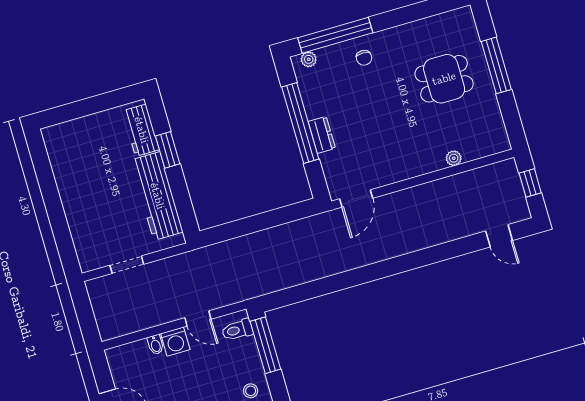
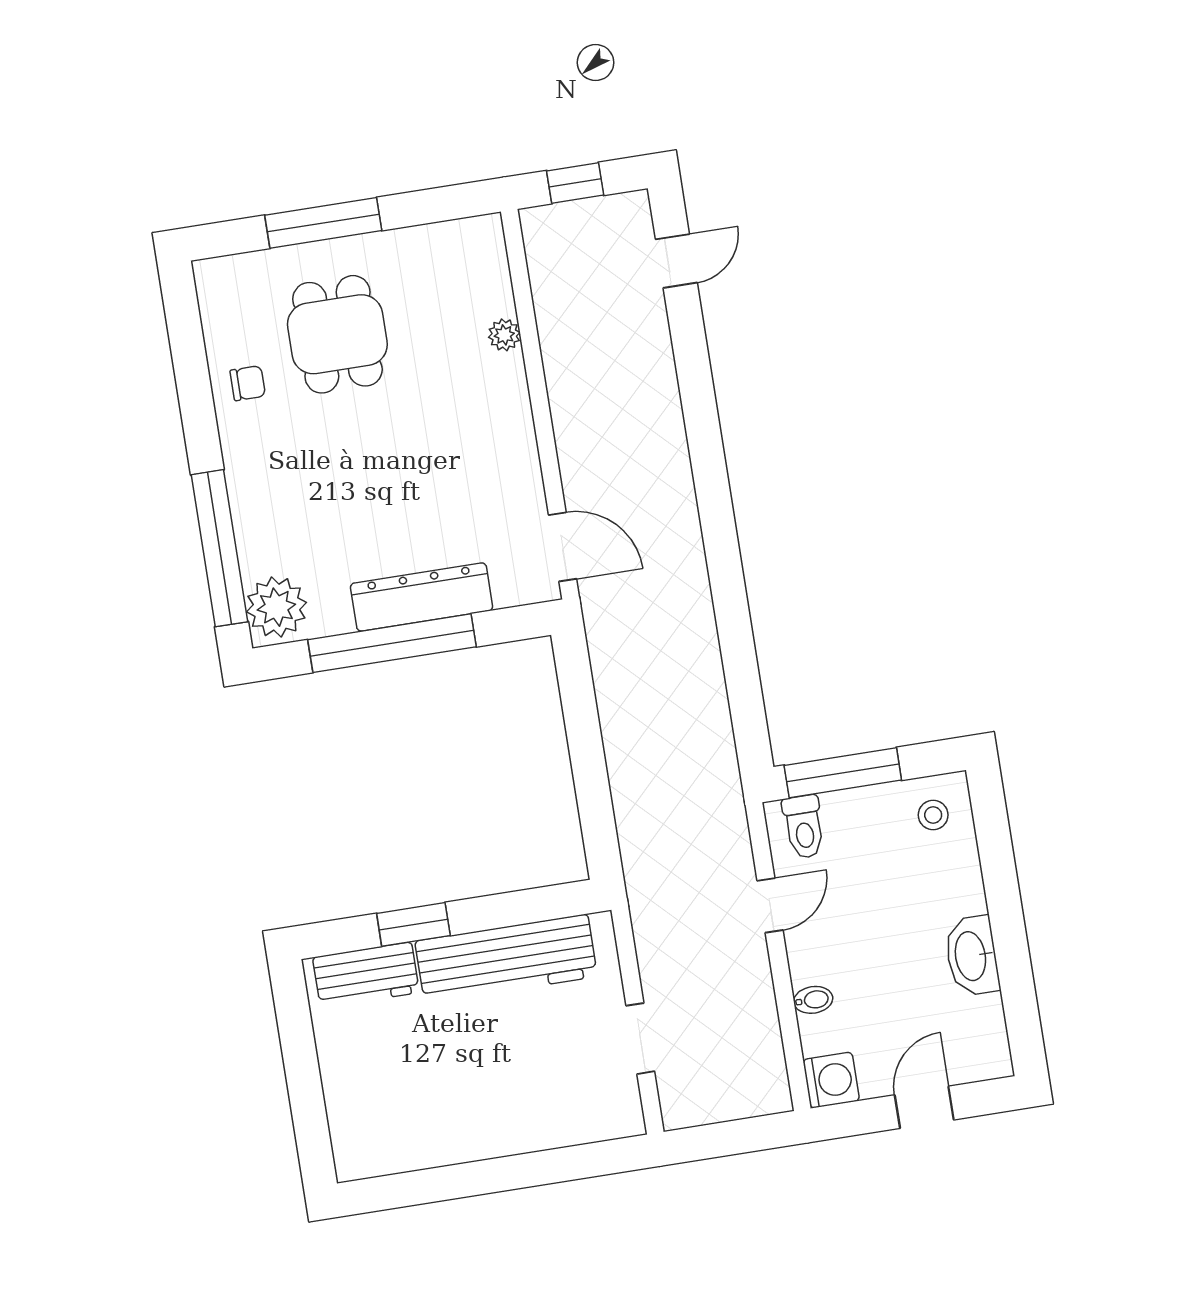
chair: (364, 58) -> (248, 383), moved
plant: (309, 59) -> (276, 607), width x1.87, depth x1.87
dresser: (322, 135) -> (422, 597), width x1.96, depth x1.24
washing machine: (175, 342) -> (831, 1080), moved

